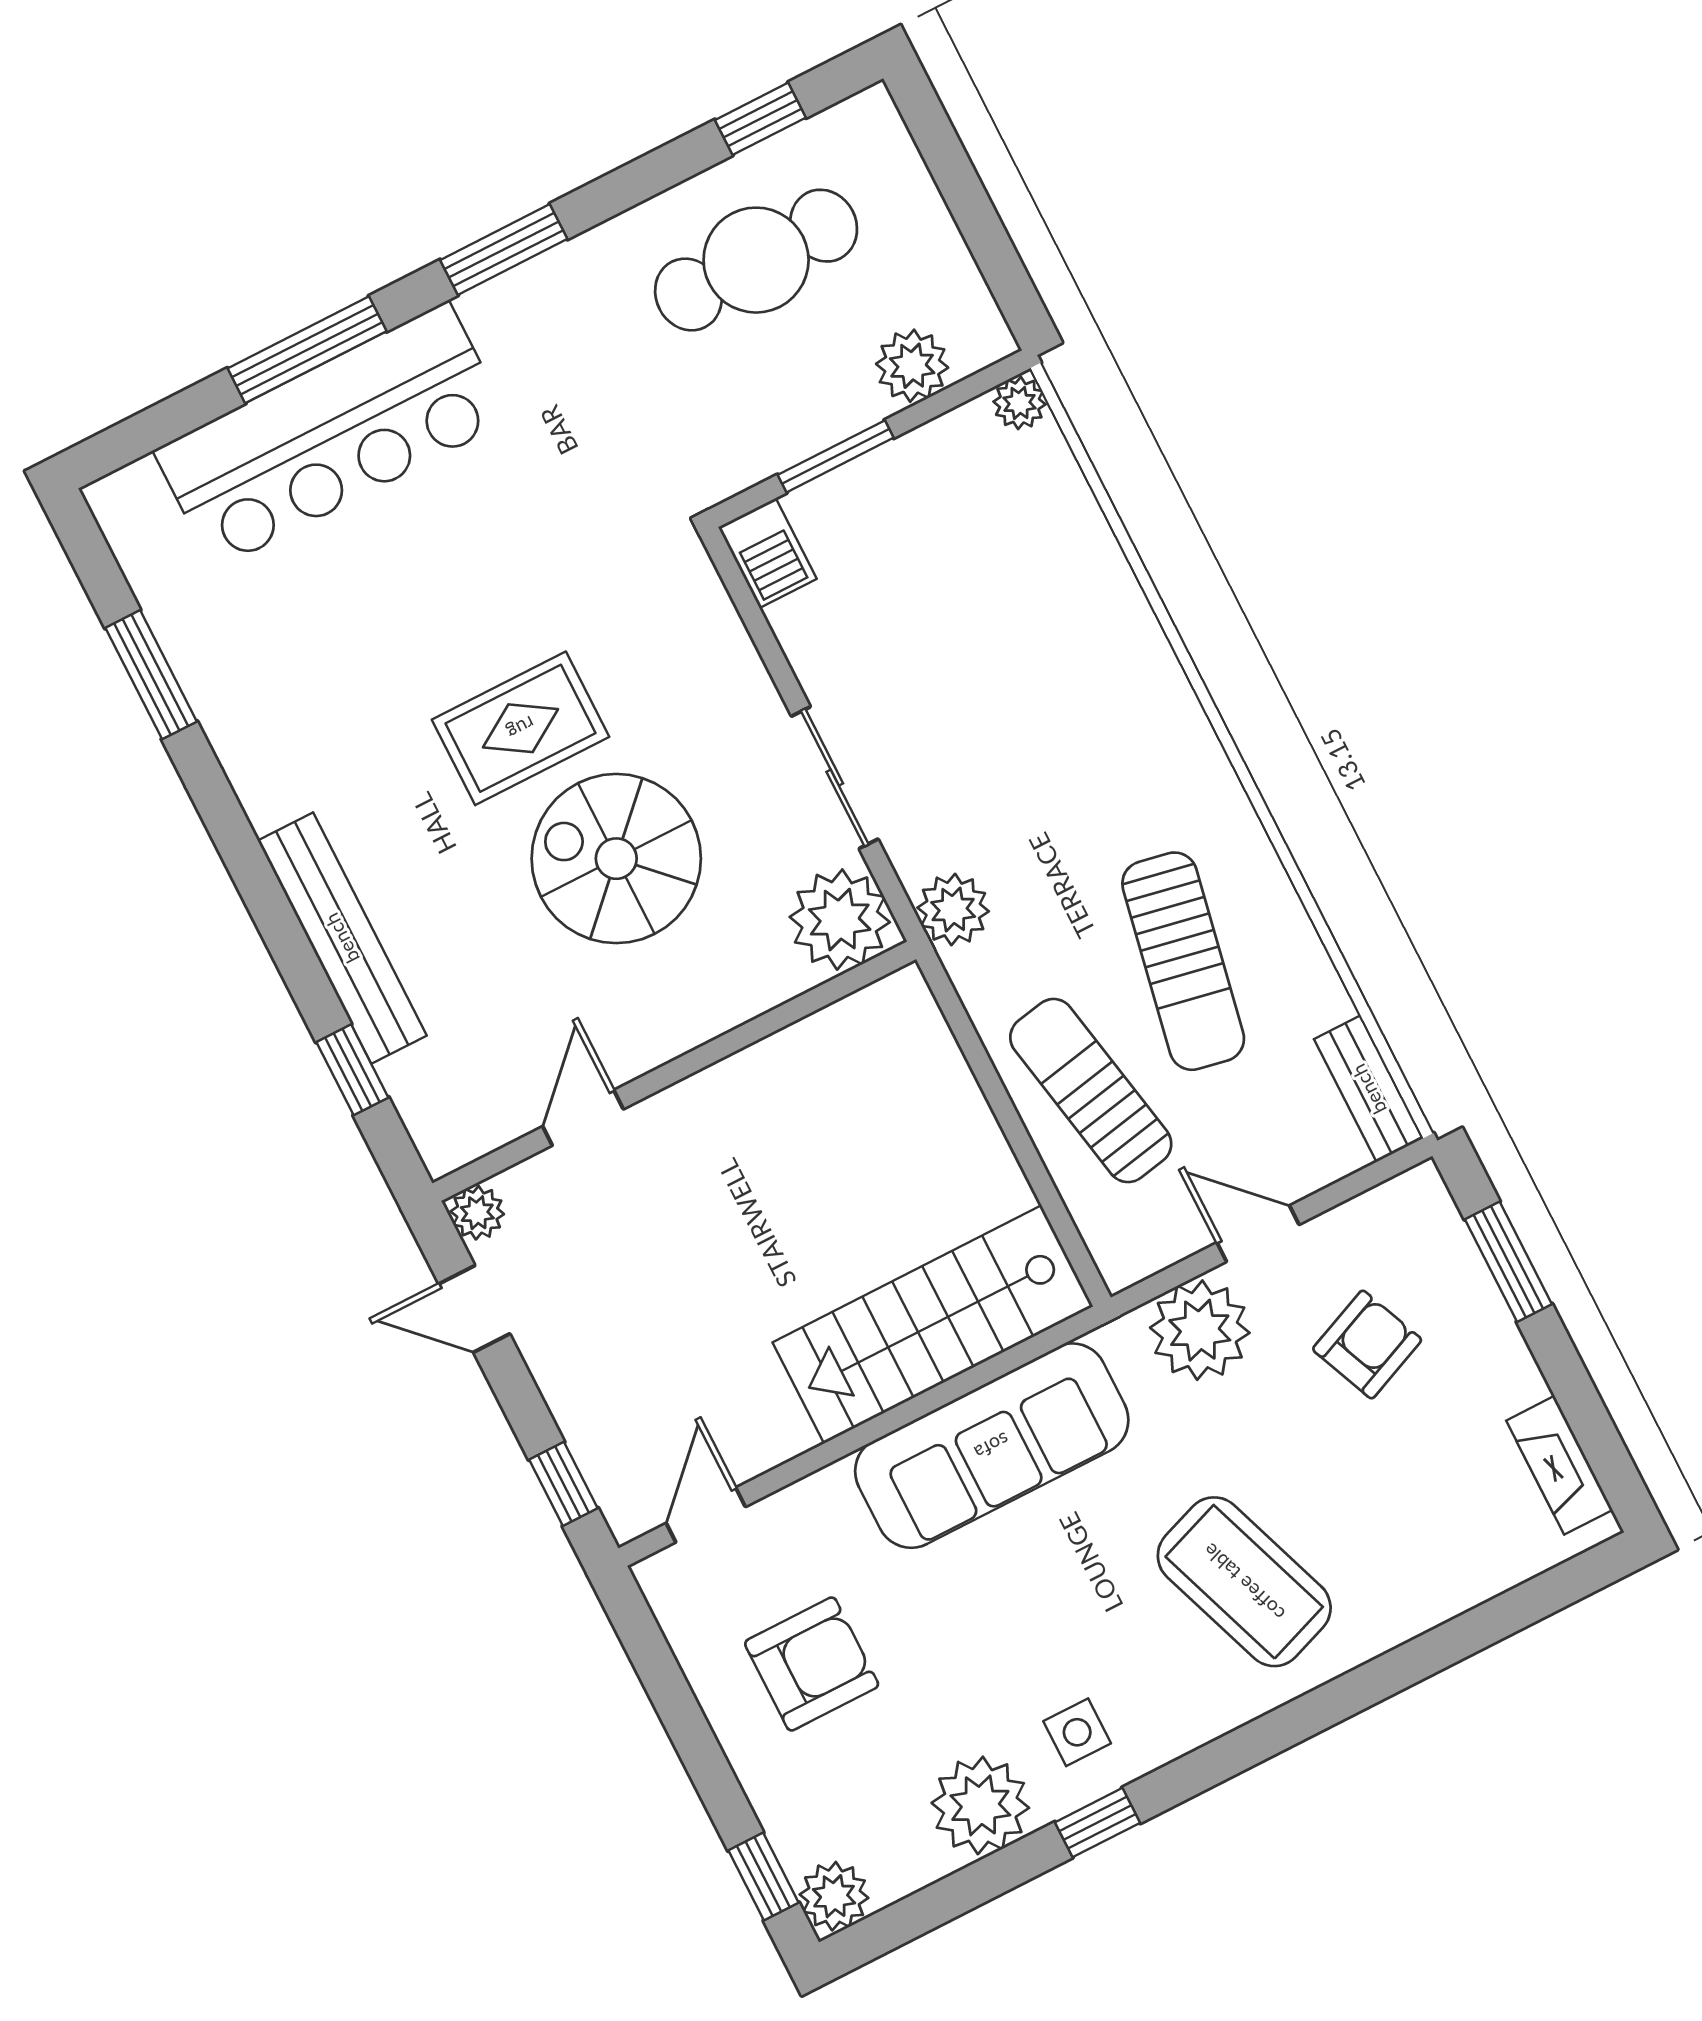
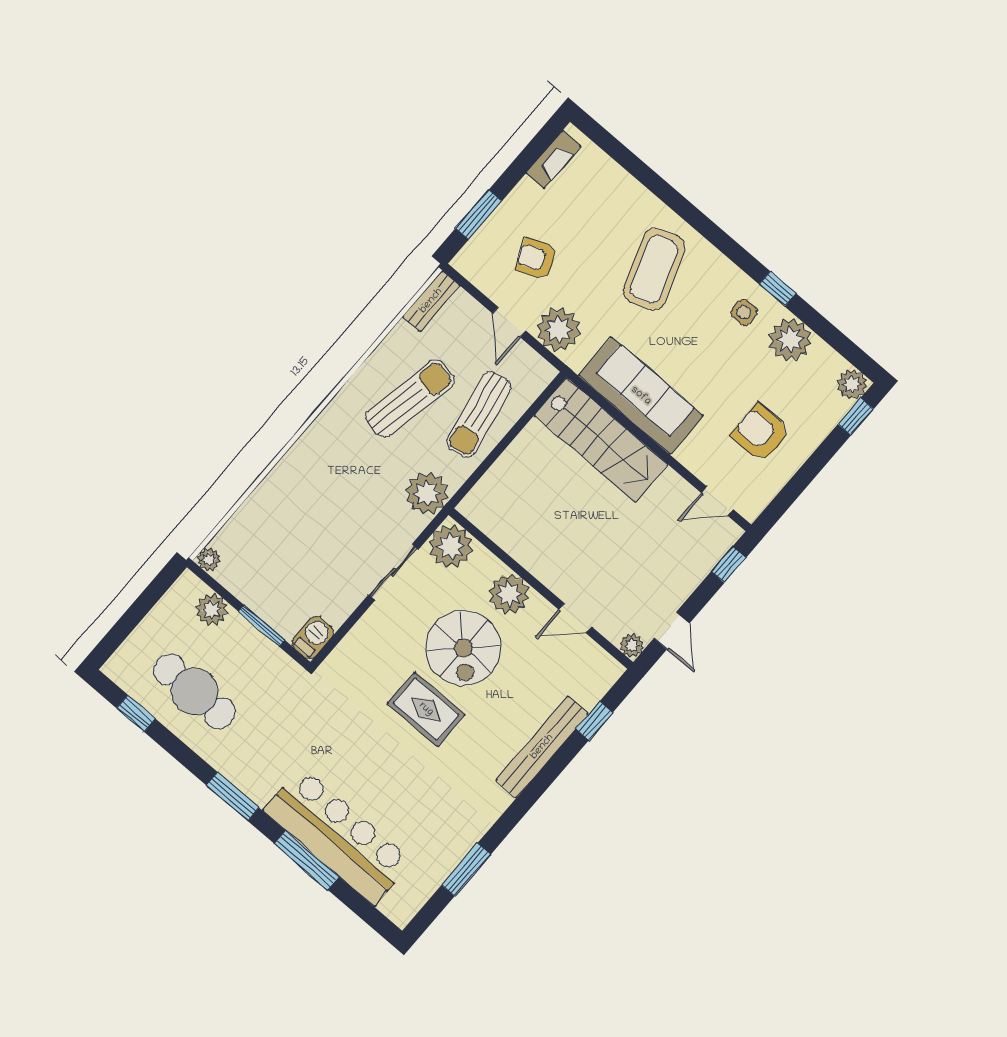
plant: (953, 909) -> (427, 493), width x1.36, depth x1.36
plant: (690, 1000) -> (509, 594), added

